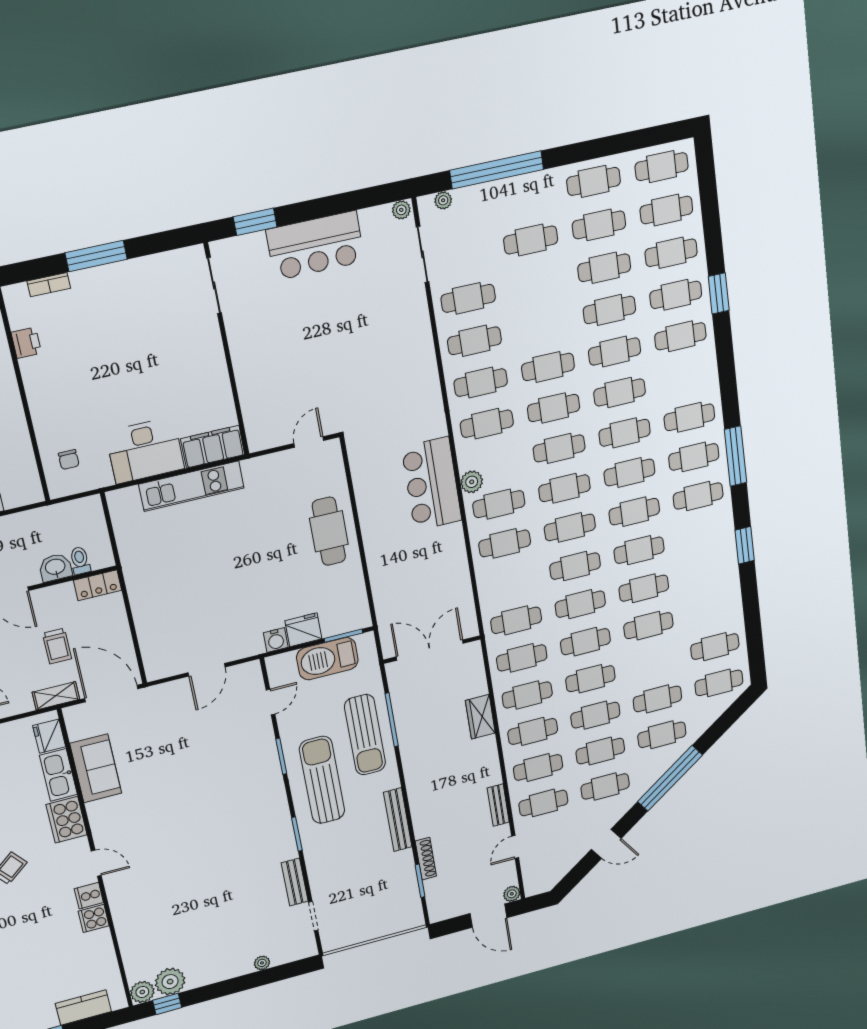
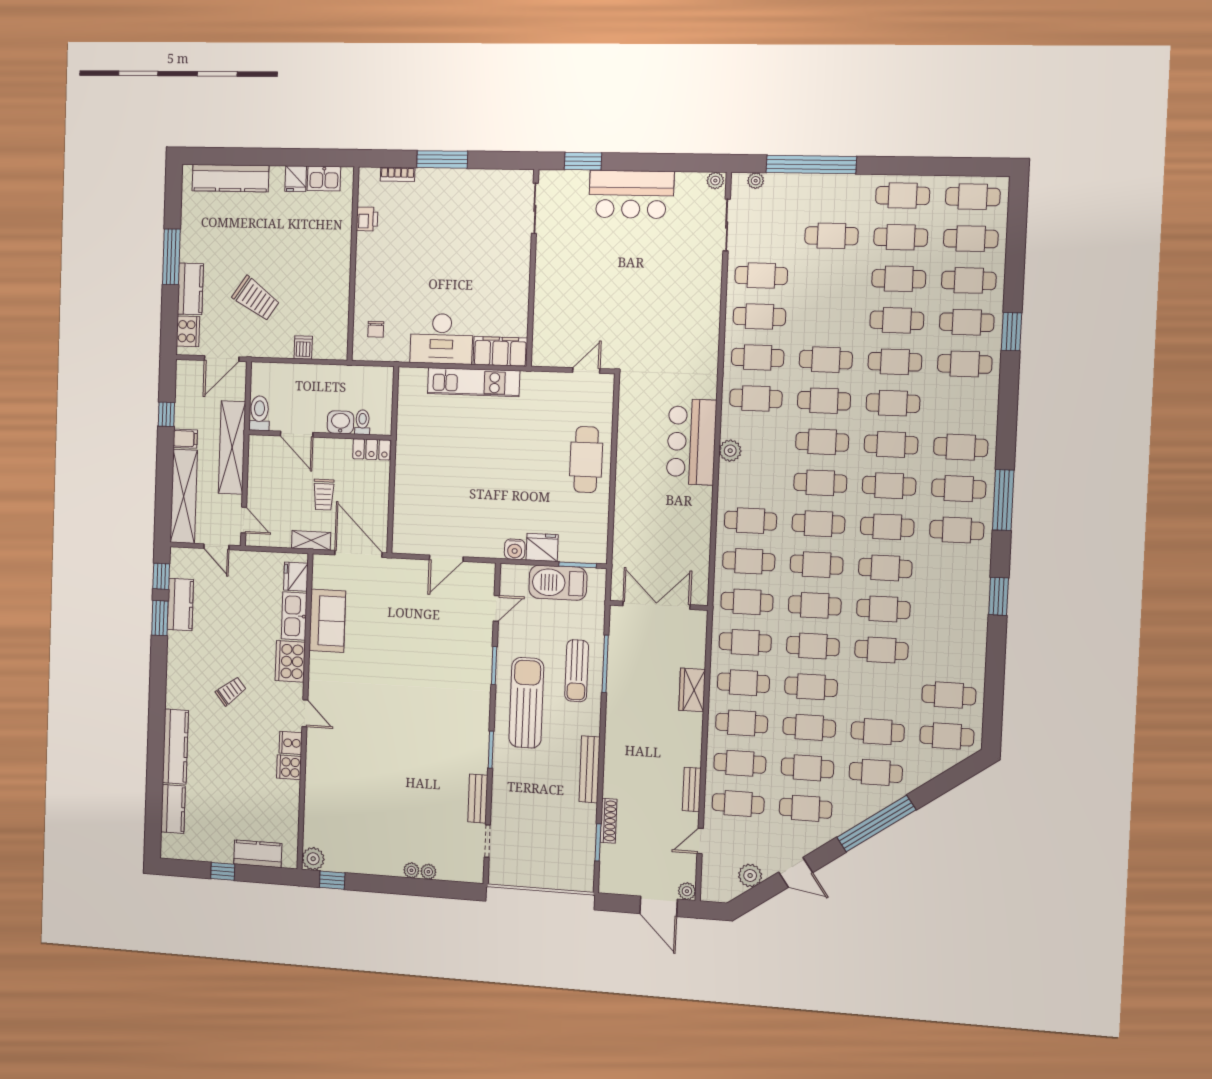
cafe table: (499, 504) -> (749, 561), moved
sun lounger: (365, 735) -> (577, 671), width x0.73, depth x0.75
plant: (566, 861) -> (750, 875), added
plant: (170, 982) -> (411, 870), moved, width x0.53, depth x0.53

